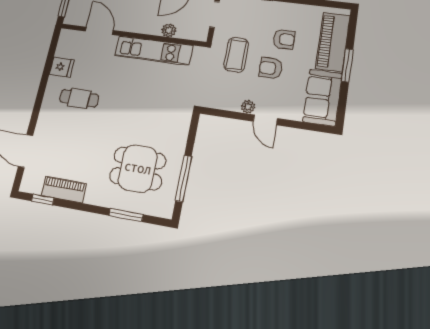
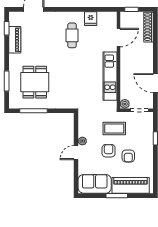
plant: (169, 30) -> (125, 104), moved

